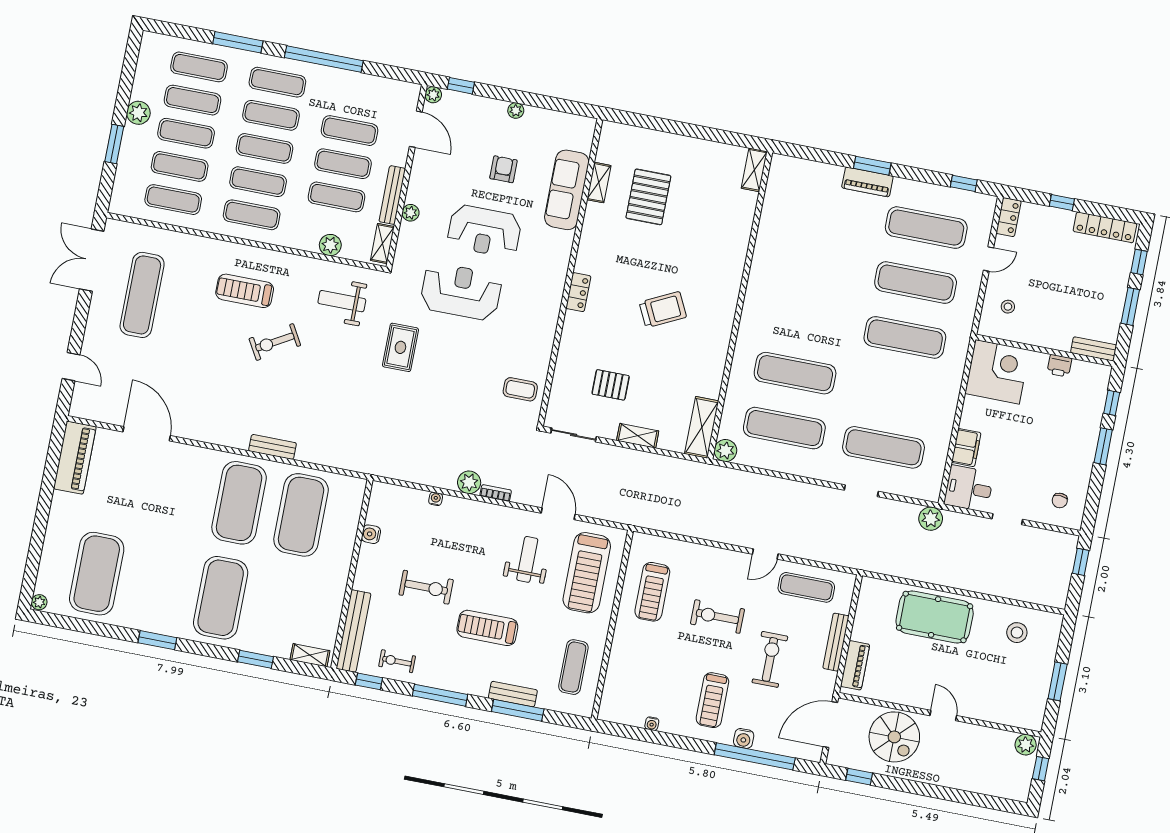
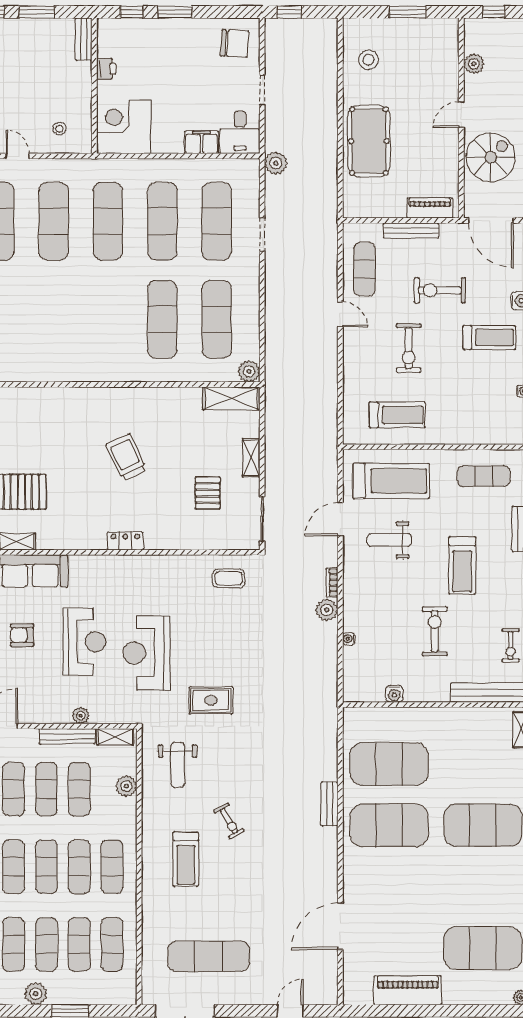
exercise bike: (275, 342) -> (229, 821), width x0.73, depth x0.72
coffee table: (520, 389) -> (229, 578), turned 90
exercise mat: (894, 392) -> (162, 221), added
piano: (75, 458) -> (408, 990), moved
chair: (1060, 500) -> (235, 43), width x1.87, depth x1.87
plant: (1026, 745) -> (474, 64), moved

